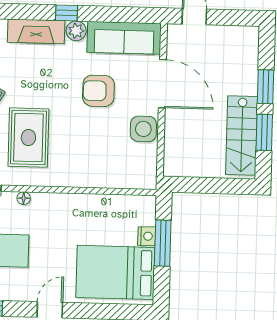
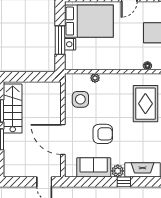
sofa: (124, 38) -> (94, 167), width x0.73
side table: (143, 129) -> (80, 99), moved
plant: (108, 181) -> (95, 78), added

